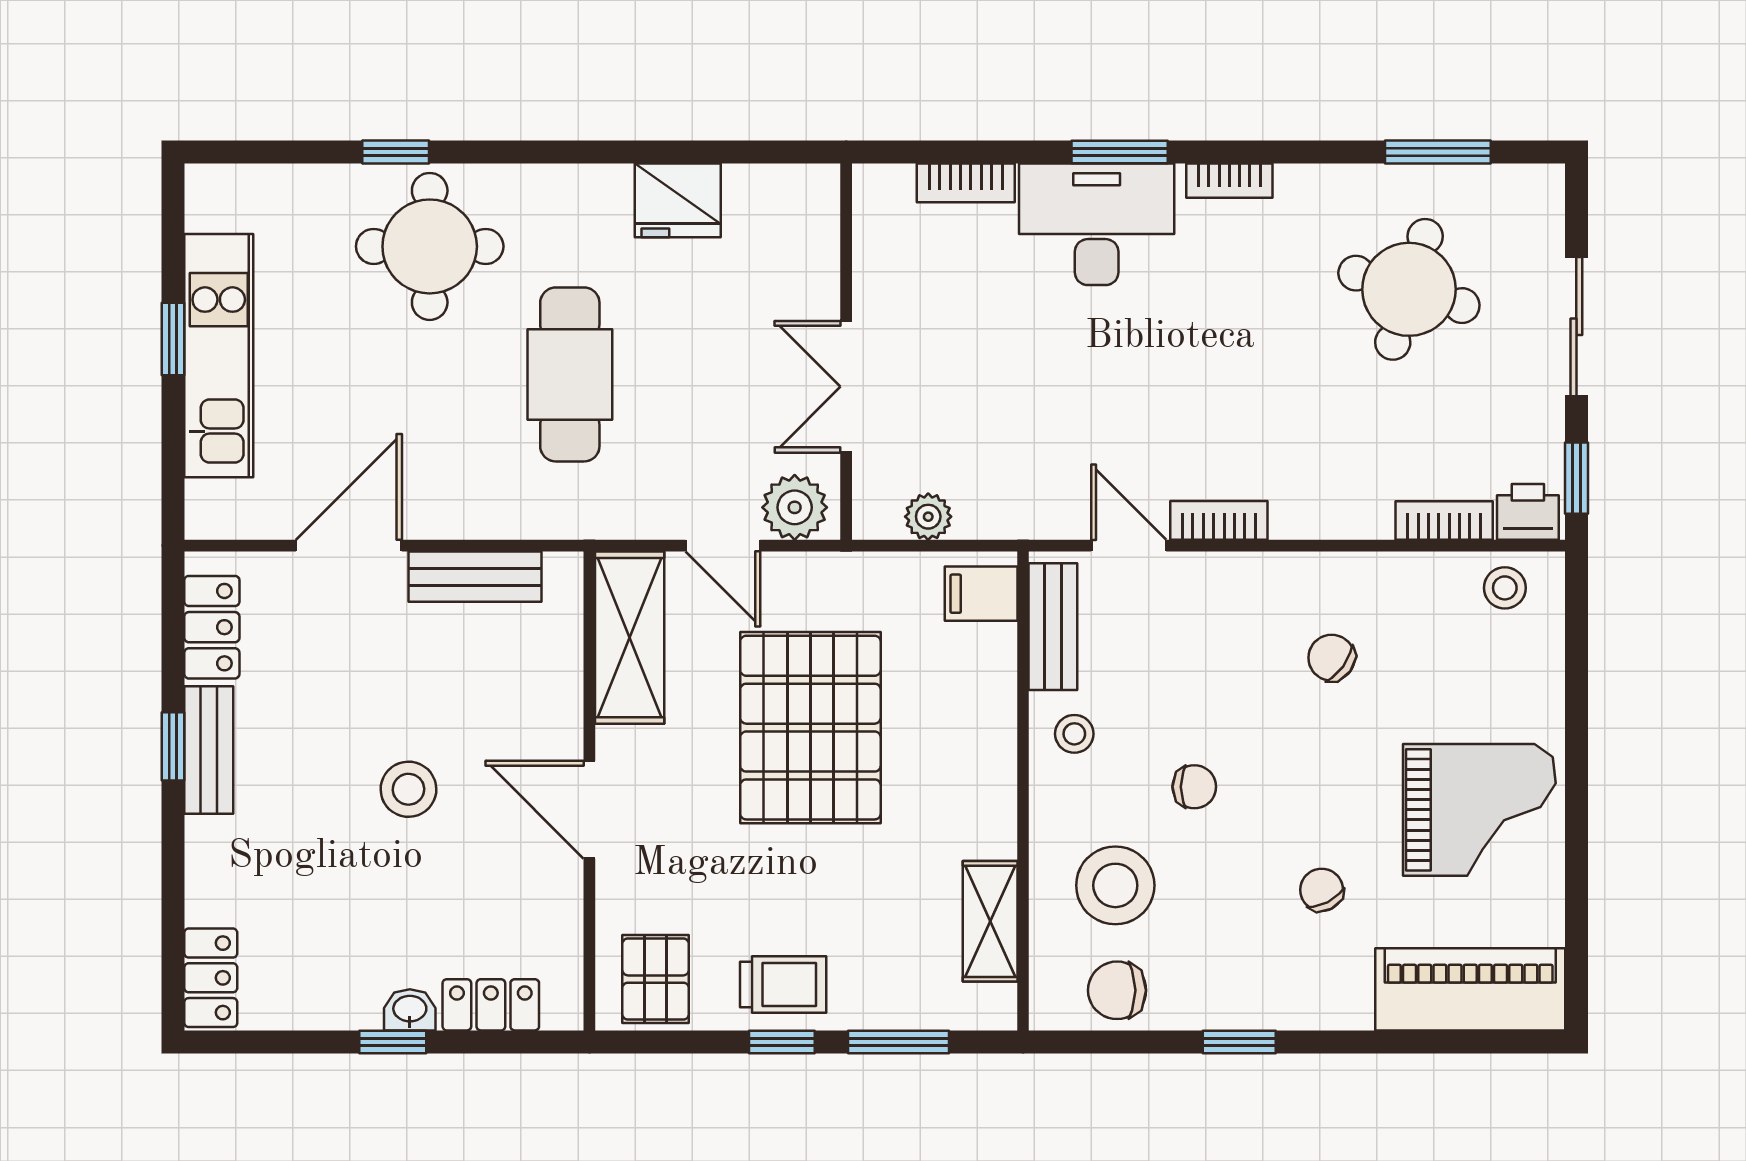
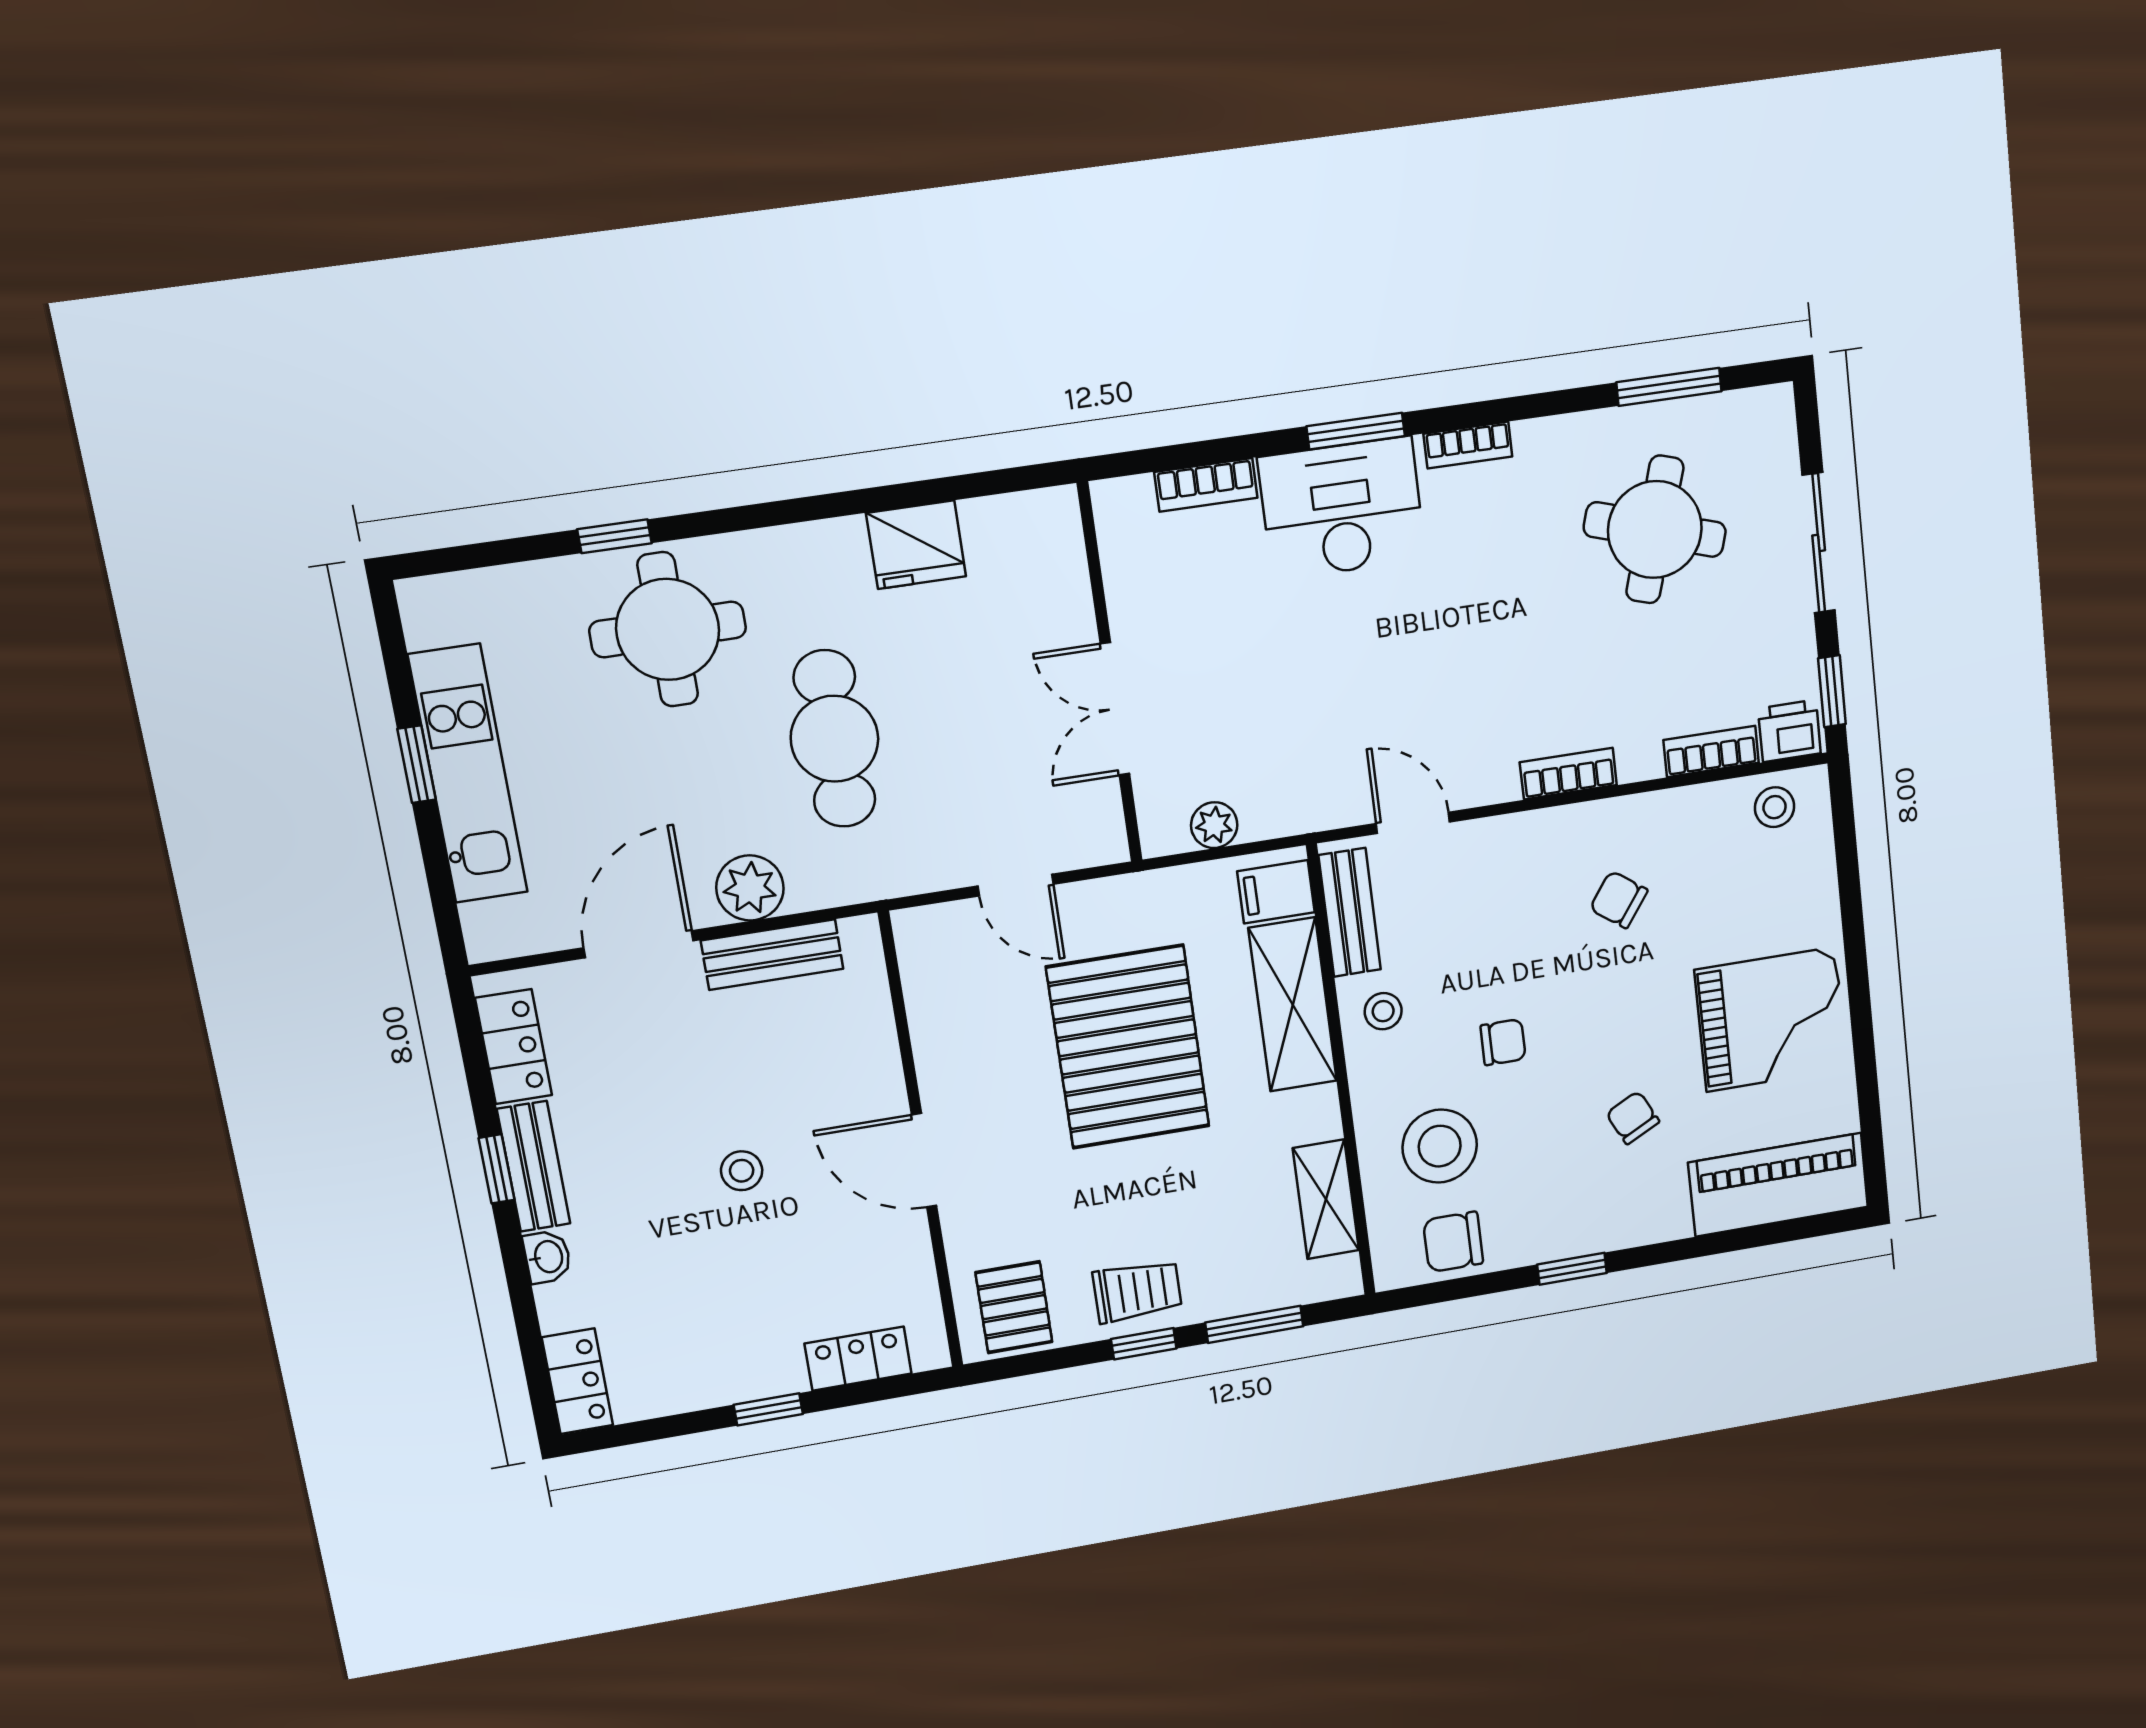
plant: (795, 507) -> (750, 888), moved
bookcase: (1219, 520) -> (1568, 774), moved
shelving: (630, 638) -> (1293, 1005), moved
stool: (408, 789) -> (742, 1171), width x0.73, depth x0.73
washbasin: (410, 1010) -> (547, 1257), moved, turned 90

